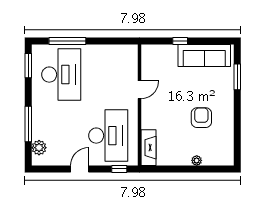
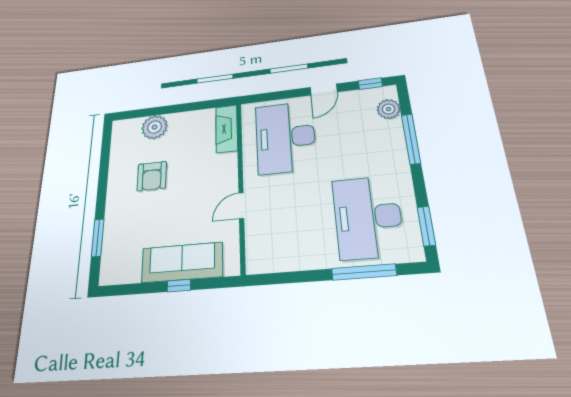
sofa: (204, 56) -> (182, 262), moved
plant: (197, 160) -> (155, 127), width x1.88, depth x1.88
window: (119, 169) -> (370, 84), moved

